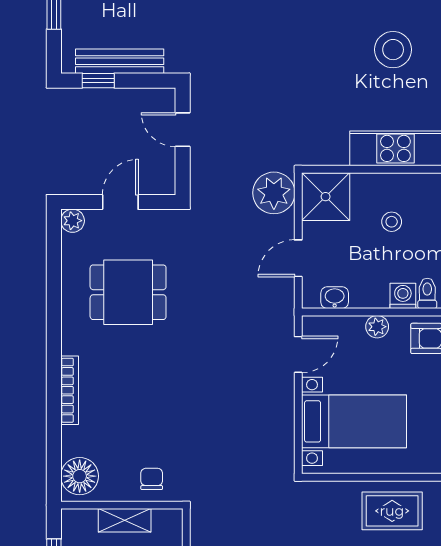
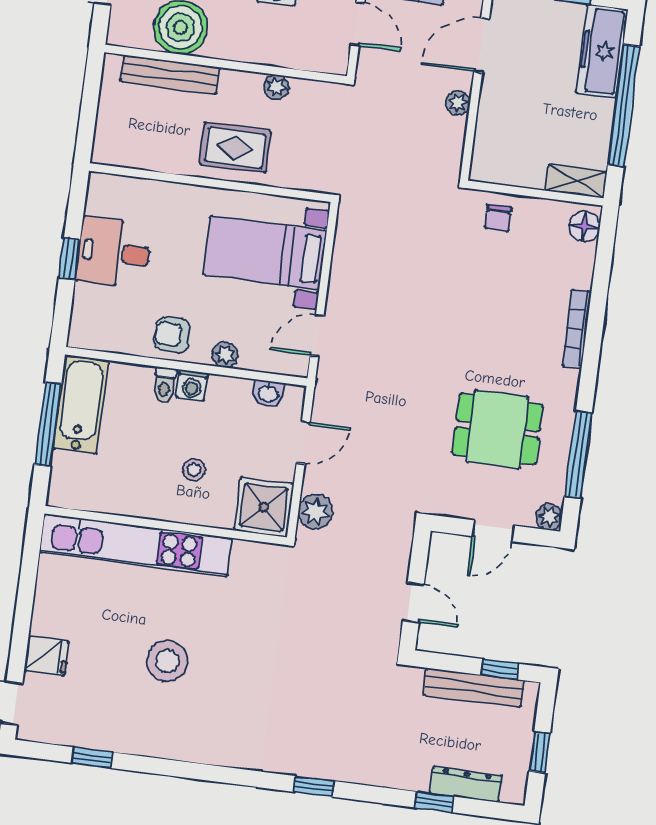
plant: (274, 193) -> (315, 512), width x0.73, depth x0.73
window: (54, 279) -> (578, 455), added
floor lamp: (80, 476) -> (585, 227), width x0.73, depth x0.73
shelving: (125, 520) -> (576, 181), moved

